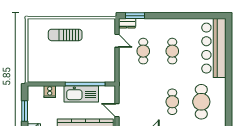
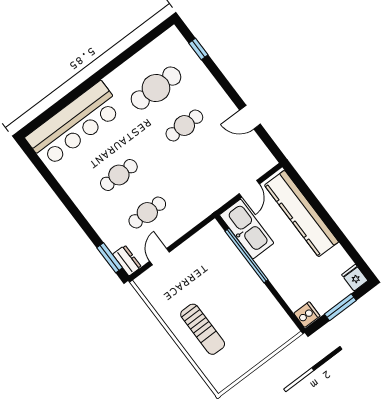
cooker: (50, 92) -> (307, 315), moved
kitchen sink: (81, 94) -> (247, 229), moved

